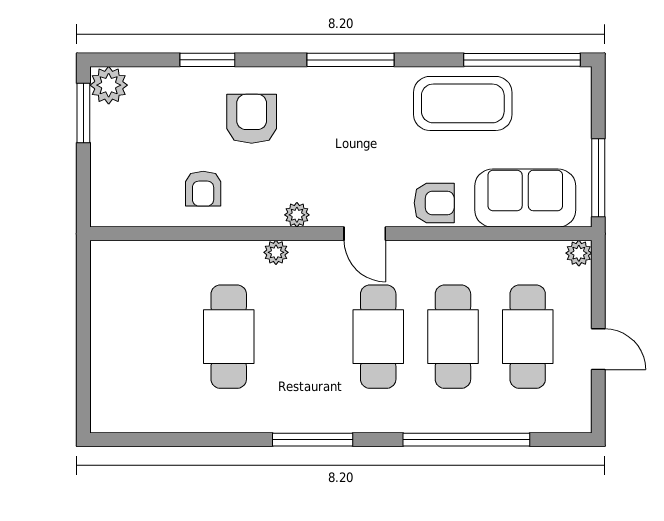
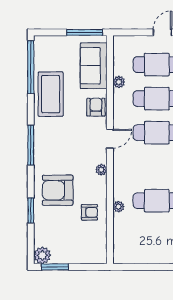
armchair: (252, 119) -> (58, 190), width x1.36, depth x1.36
plant: (276, 252) -> (118, 207), moved
plant: (579, 253) -> (119, 82), moved

